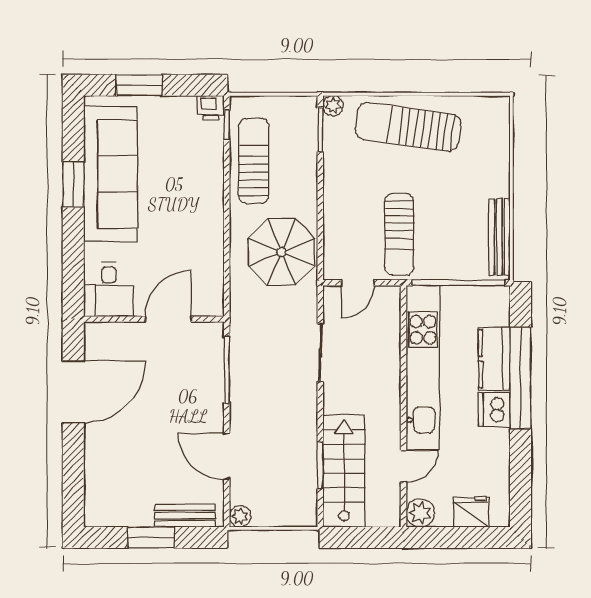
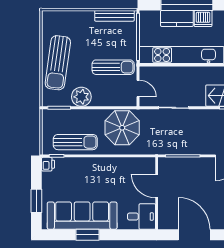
plant: (333, 106) -> (81, 97), moved, width x1.88, depth x1.88
sun lounger: (254, 161) -> (75, 142), turned 180

